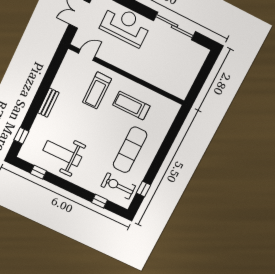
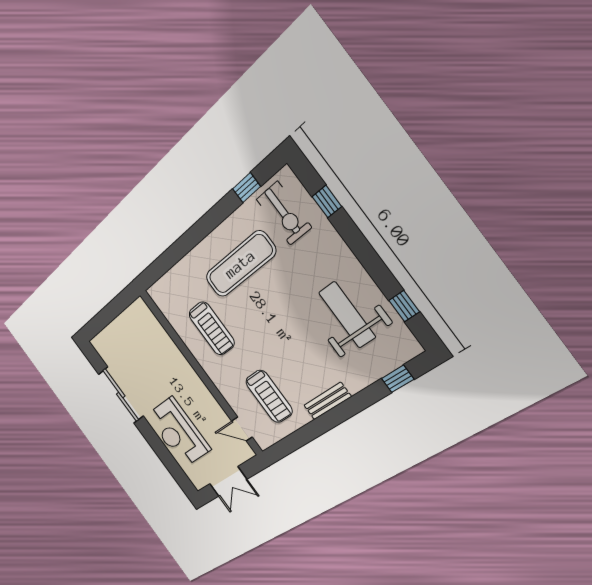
treadmill: (97, 90) -> (269, 396), moved, turned 90
weight bench: (62, 154) -> (347, 315), turned 180

